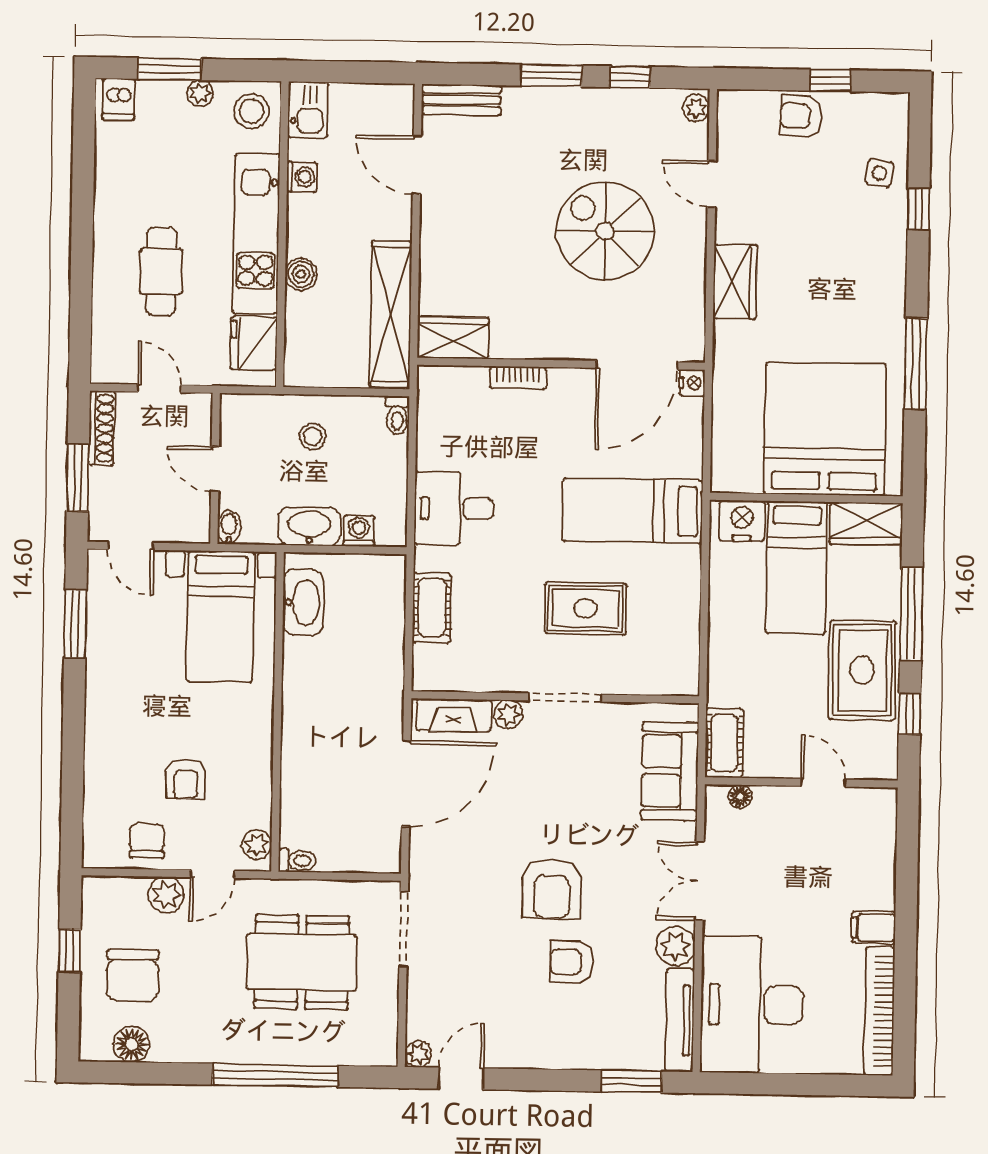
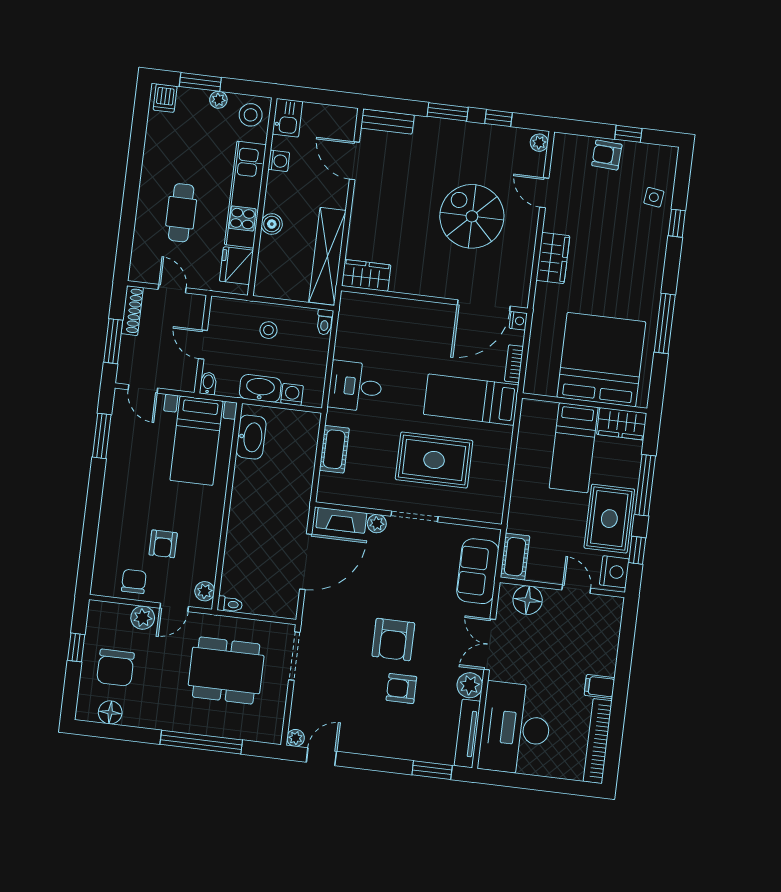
bookcase: (518, 378) -> (514, 364), moved, turned 90
nightstand: (742, 521) -> (614, 572), moved, turned 90
rug: (586, 609) -> (434, 460), width x1.36, depth x1.43
floor lamp: (740, 797) -> (528, 600), width x1.89, depth x1.89

